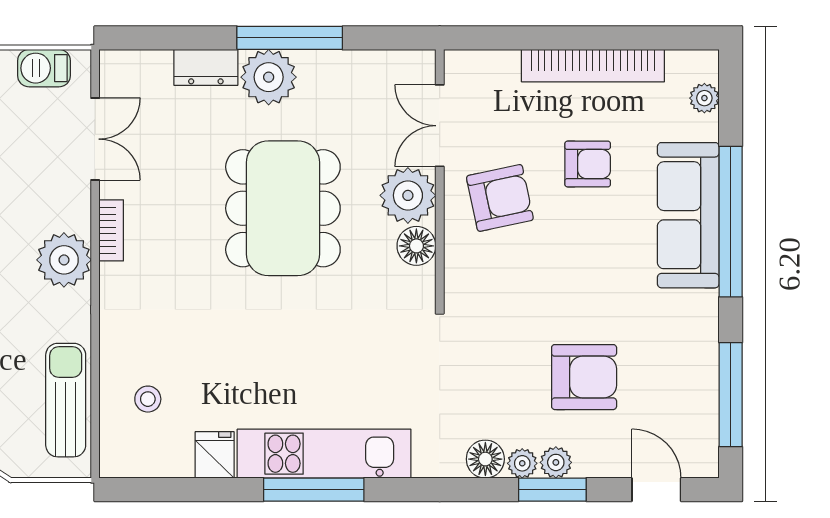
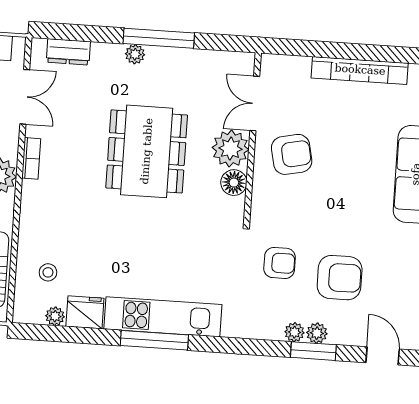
dresser: (206, 67) -> (68, 52), moved
plant: (269, 77) -> (135, 54), width x0.53, depth x0.53
armchair: (588, 164) -> (280, 263), moved
fridge: (215, 455) -> (85, 312), width x1.38
floor lamp: (485, 459) -> (270, 328), removed
plant: (163, 464) -> (55, 316), added

